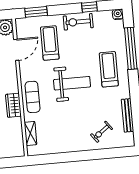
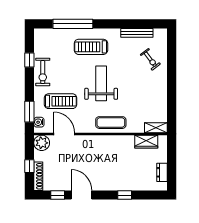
water cooler: (118, 14) -> (39, 122), moved
treadmill: (50, 43) -> (61, 101), turned 180
wardrobe: (13, 105) -> (146, 142), moved
shelving: (30, 133) -> (156, 128), moved

